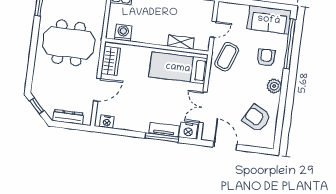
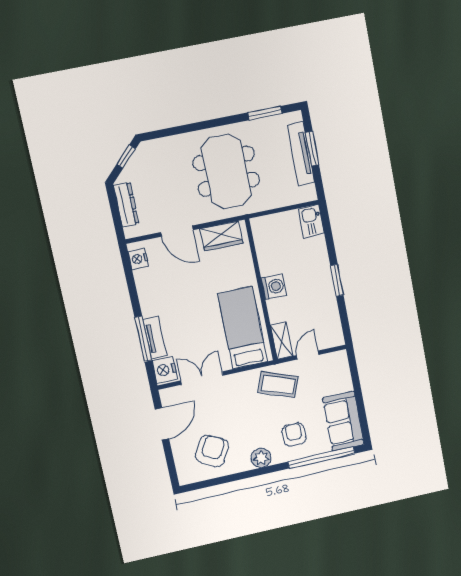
door: (213, 29) -> (308, 355), swing flipped
washing machine: (123, 33) -> (274, 287), moved
shelving: (181, 42) -> (282, 341), moved
armchair: (266, 58) -> (294, 434), turned -90

